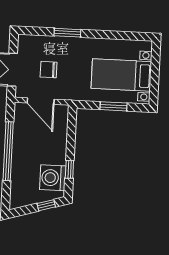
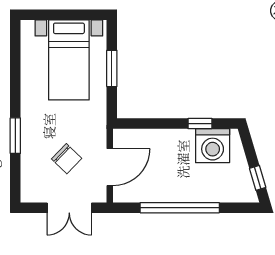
chair: (49, 70) -> (67, 159), turned -46
window: (46, 205) -> (258, 178), moved

